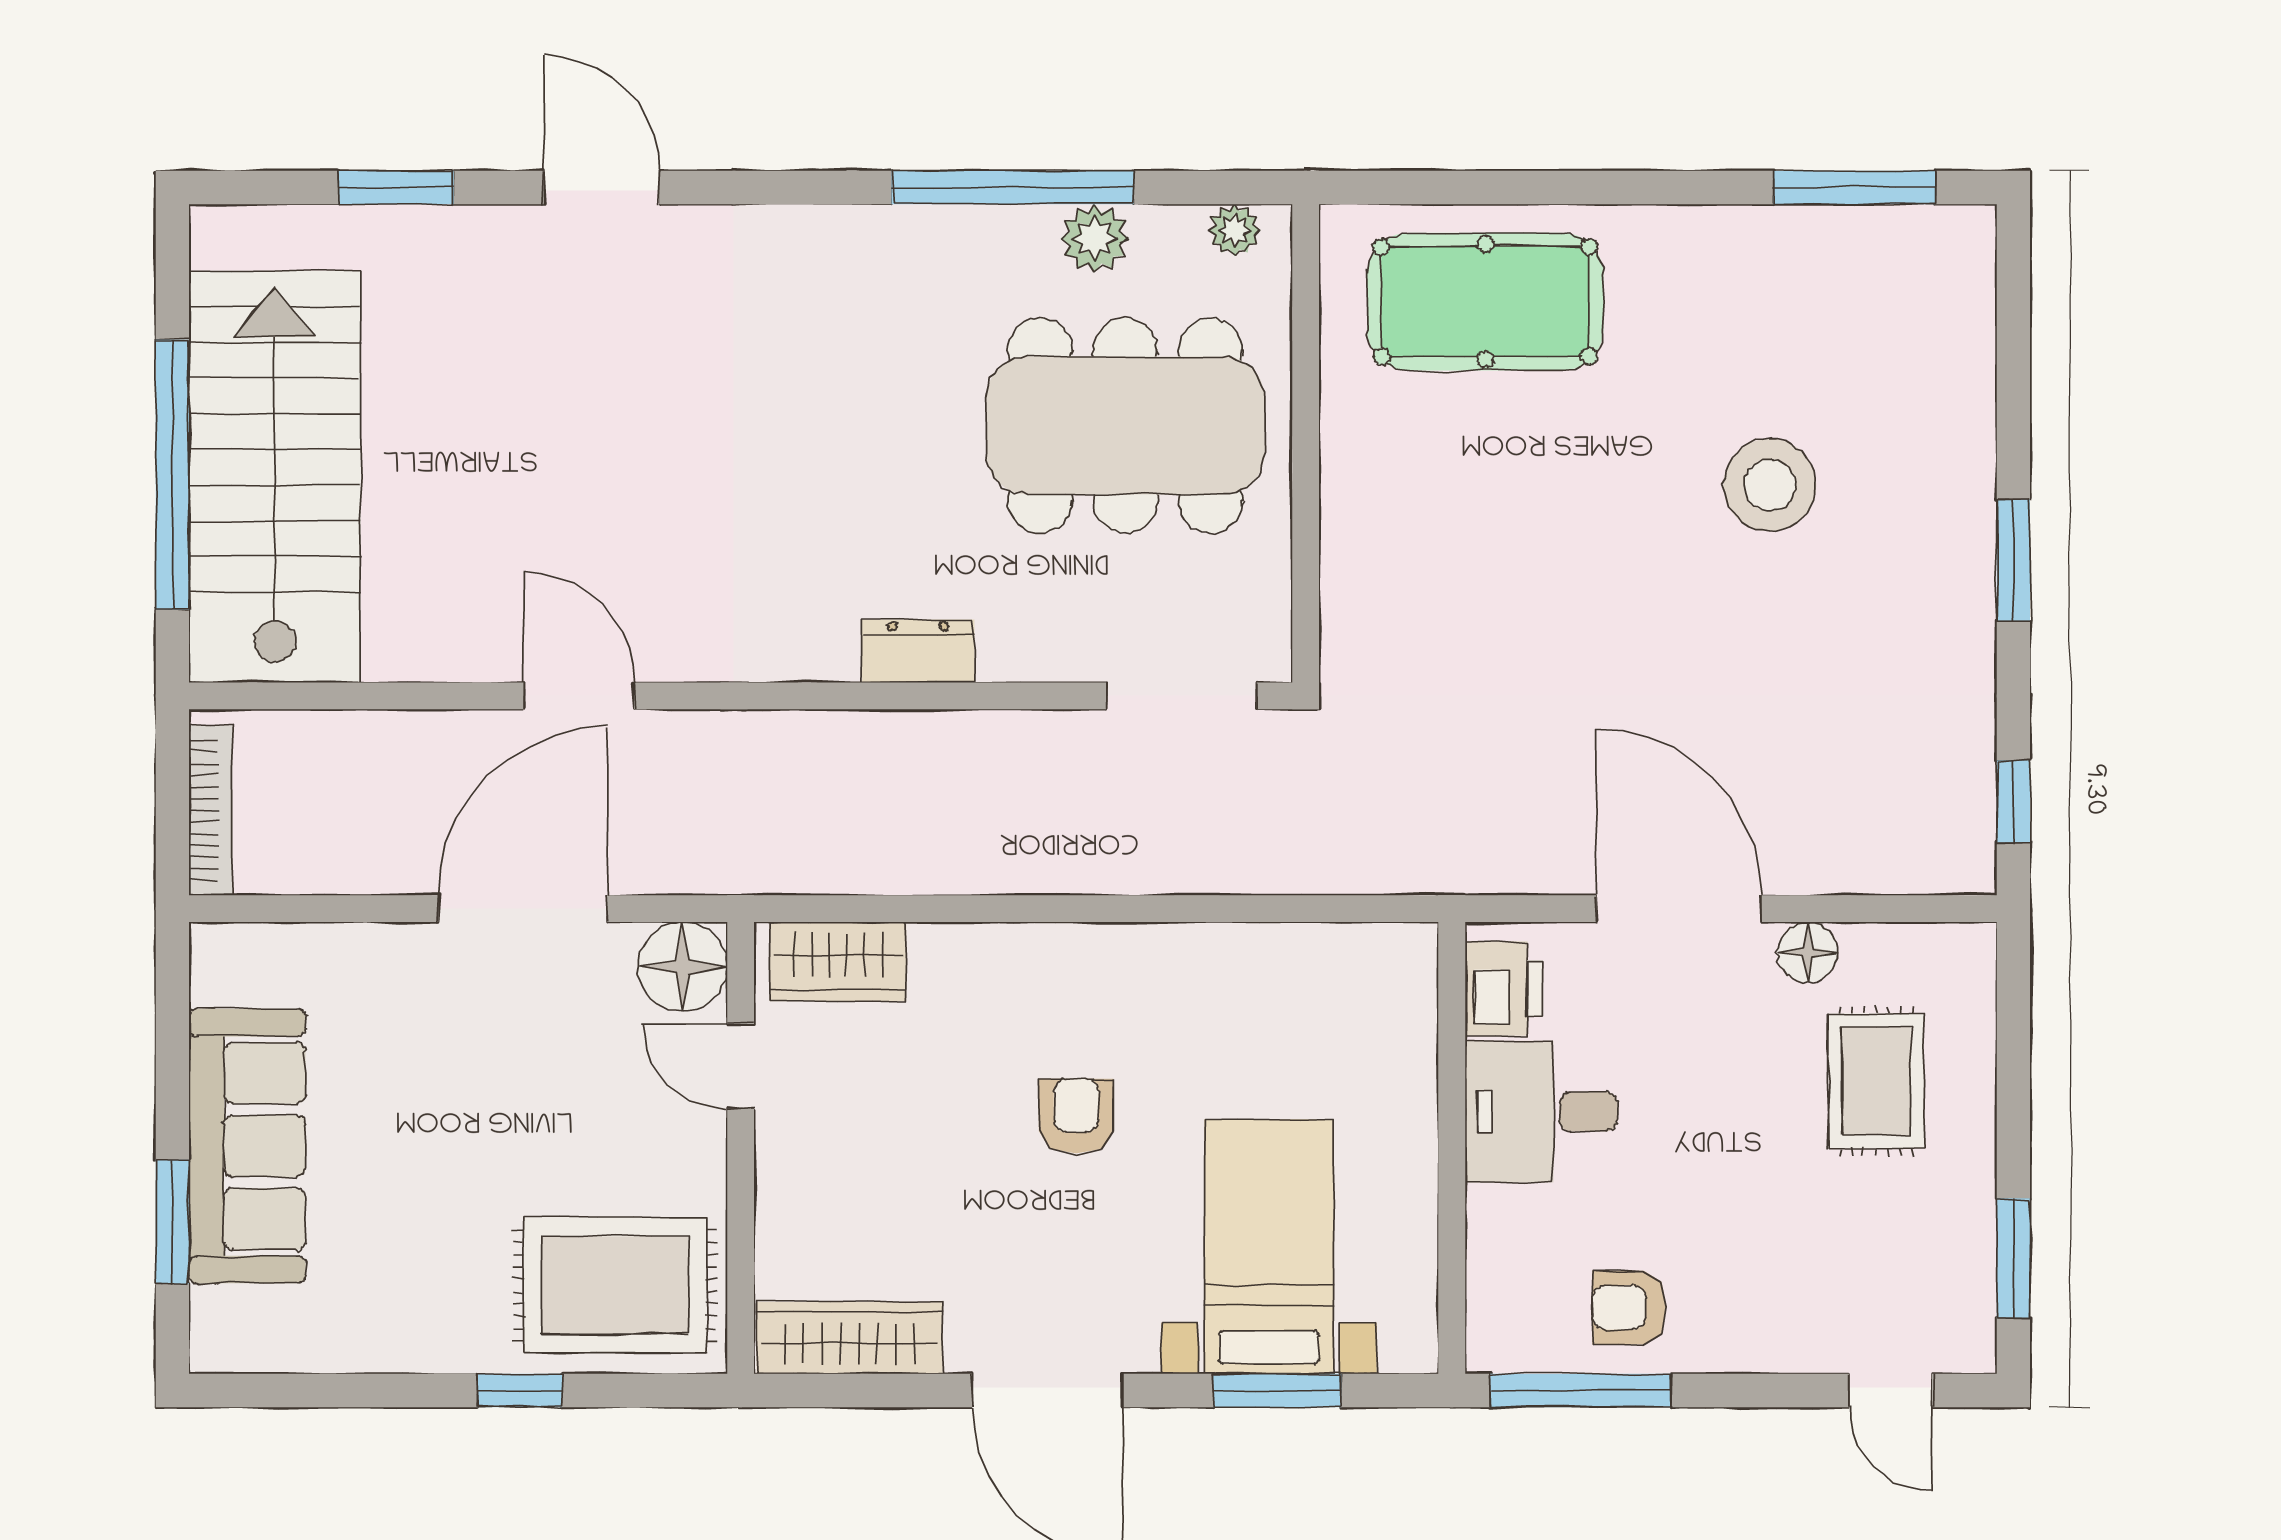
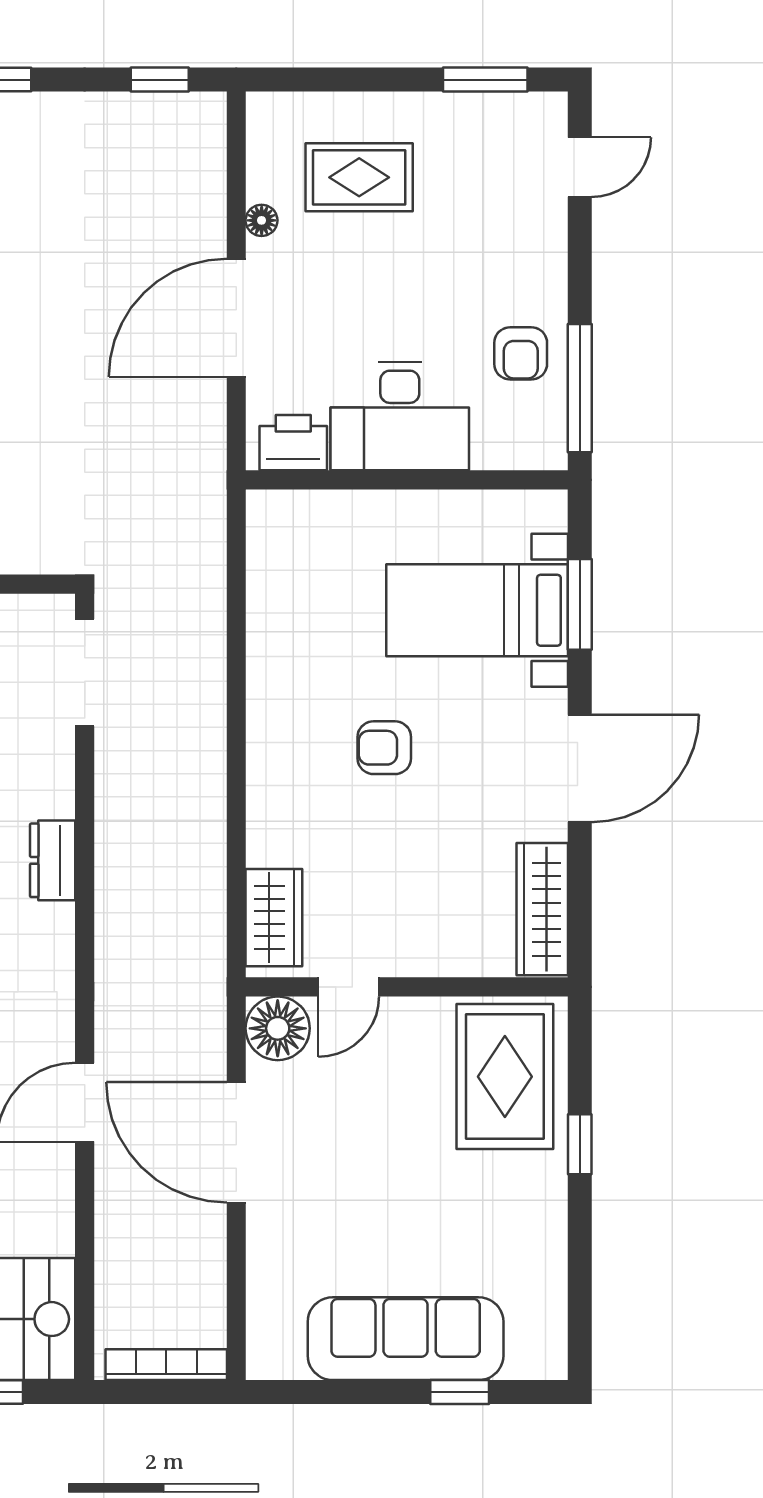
floor lamp: (1808, 952) -> (262, 220), width x0.73, depth x0.73
desk: (1541, 1112) -> (400, 416), width x1.37
window: (172, 1222) -> (460, 1392), width x0.67

